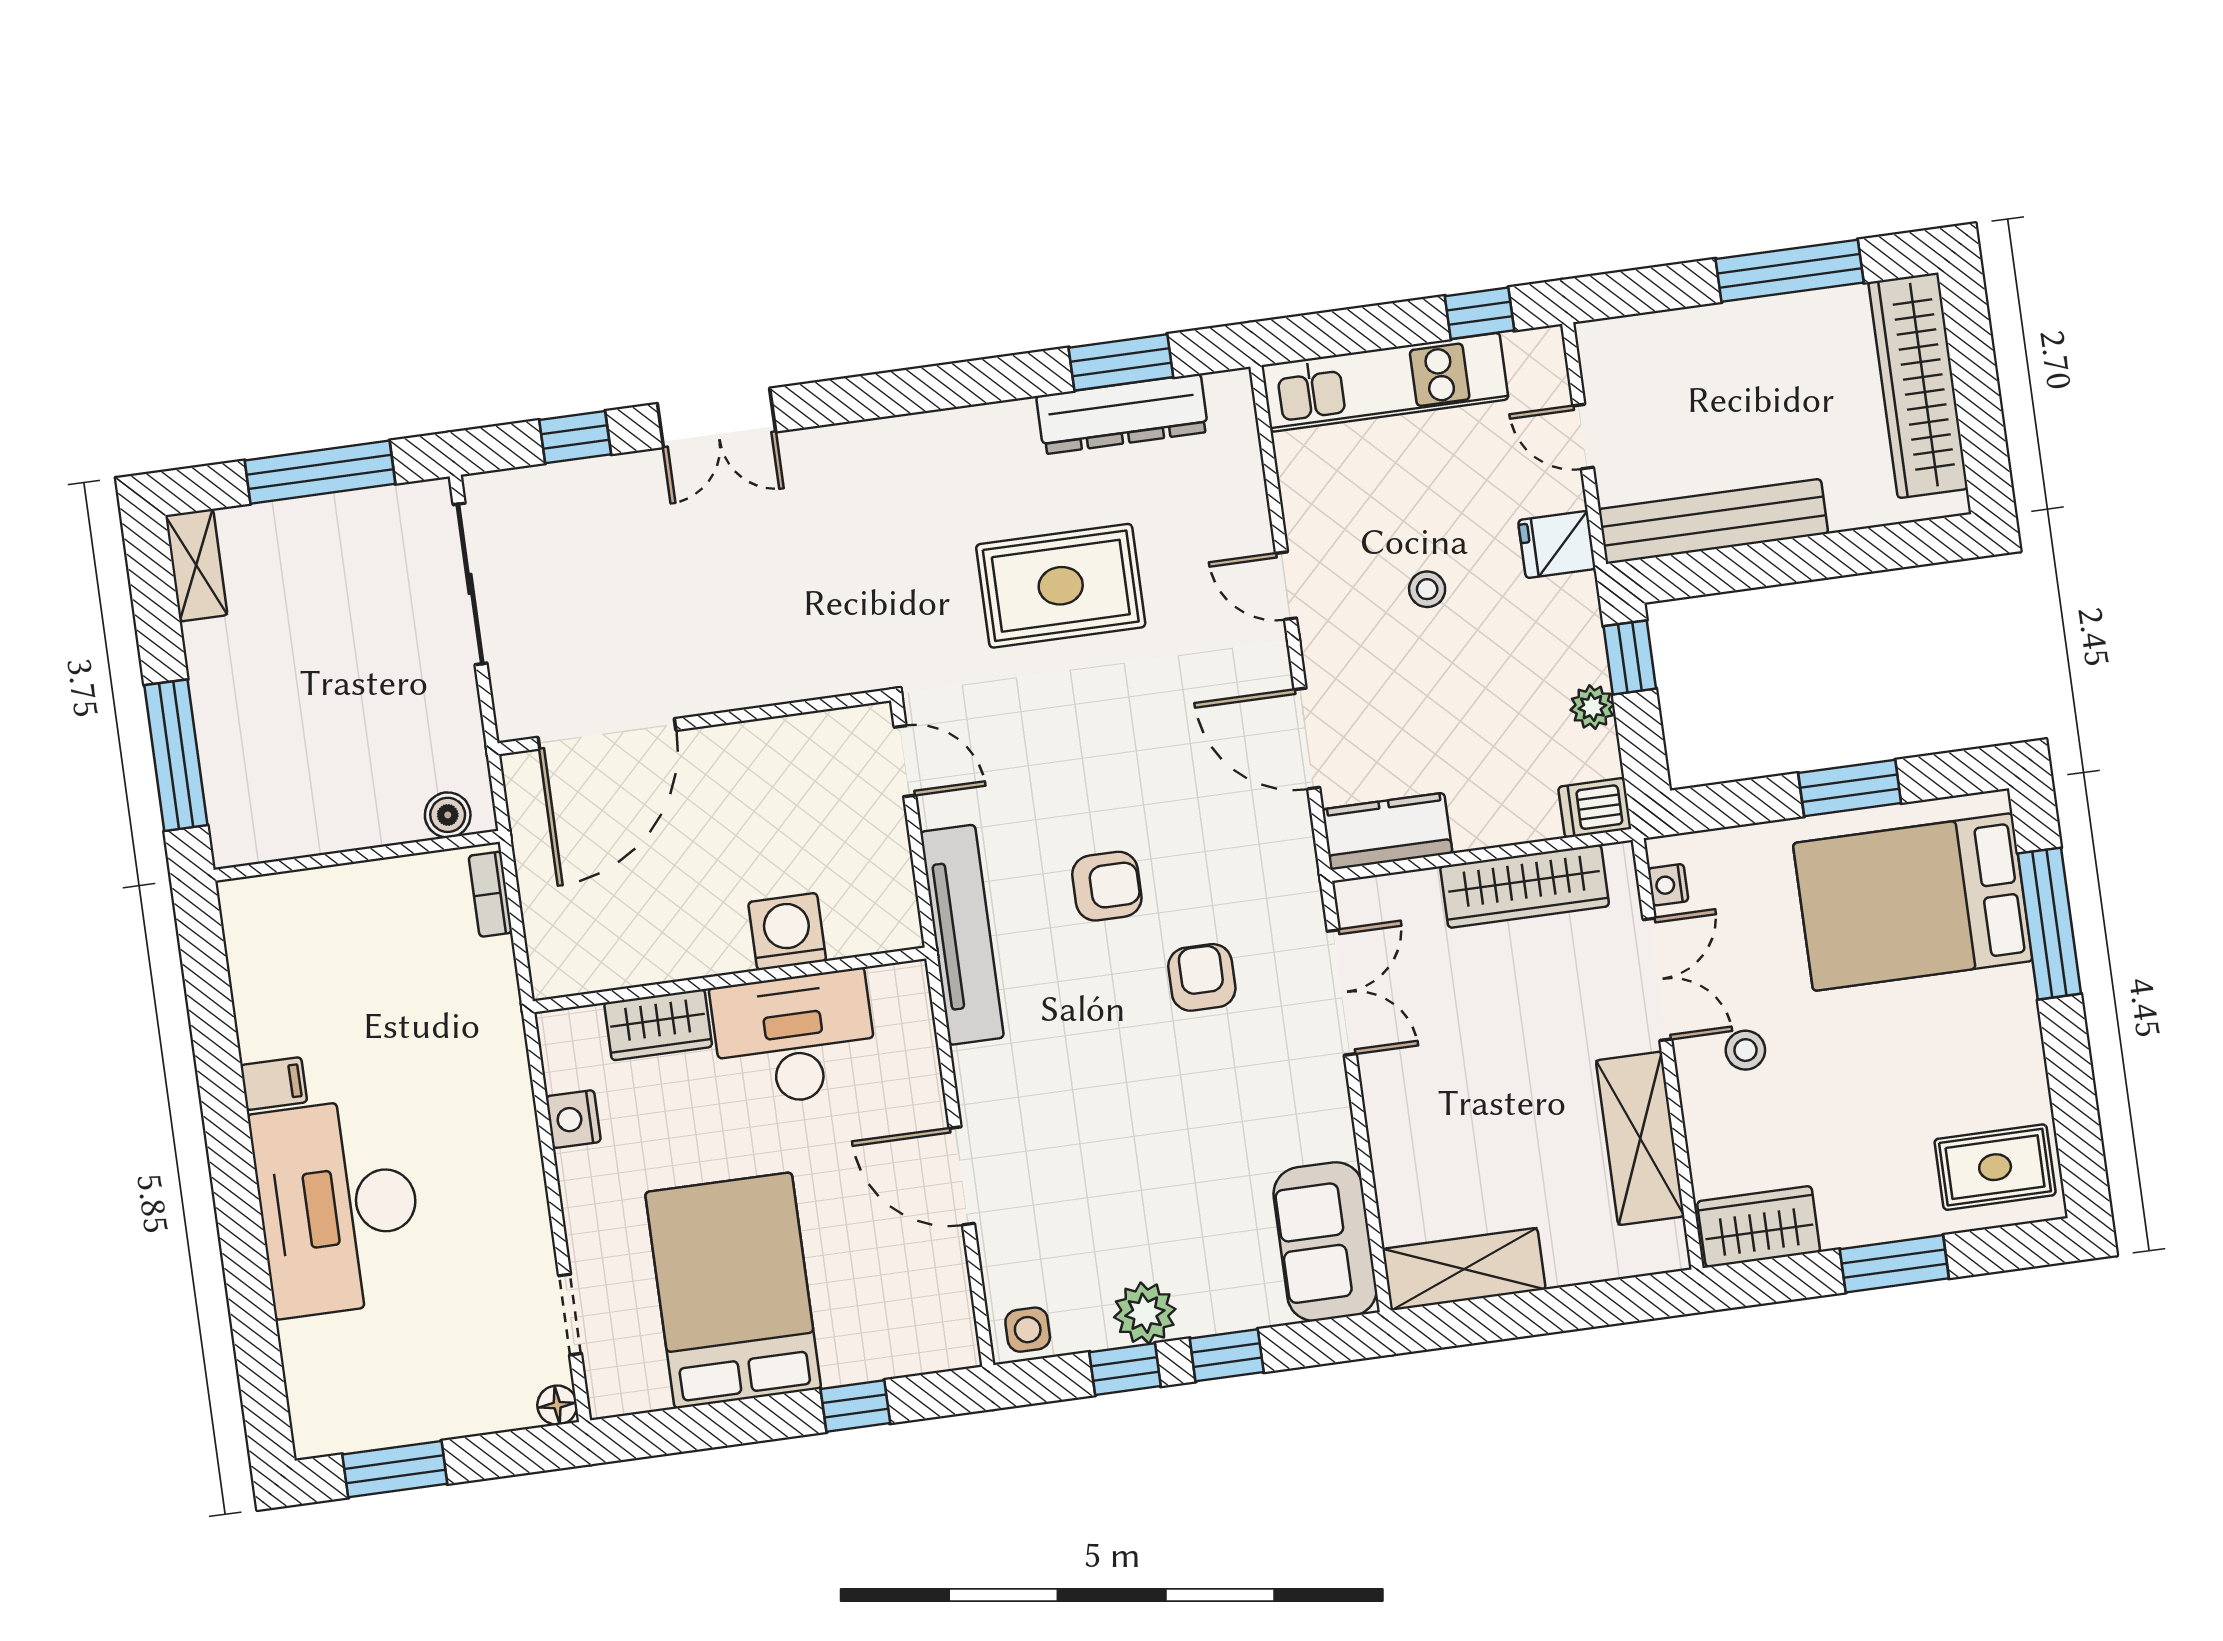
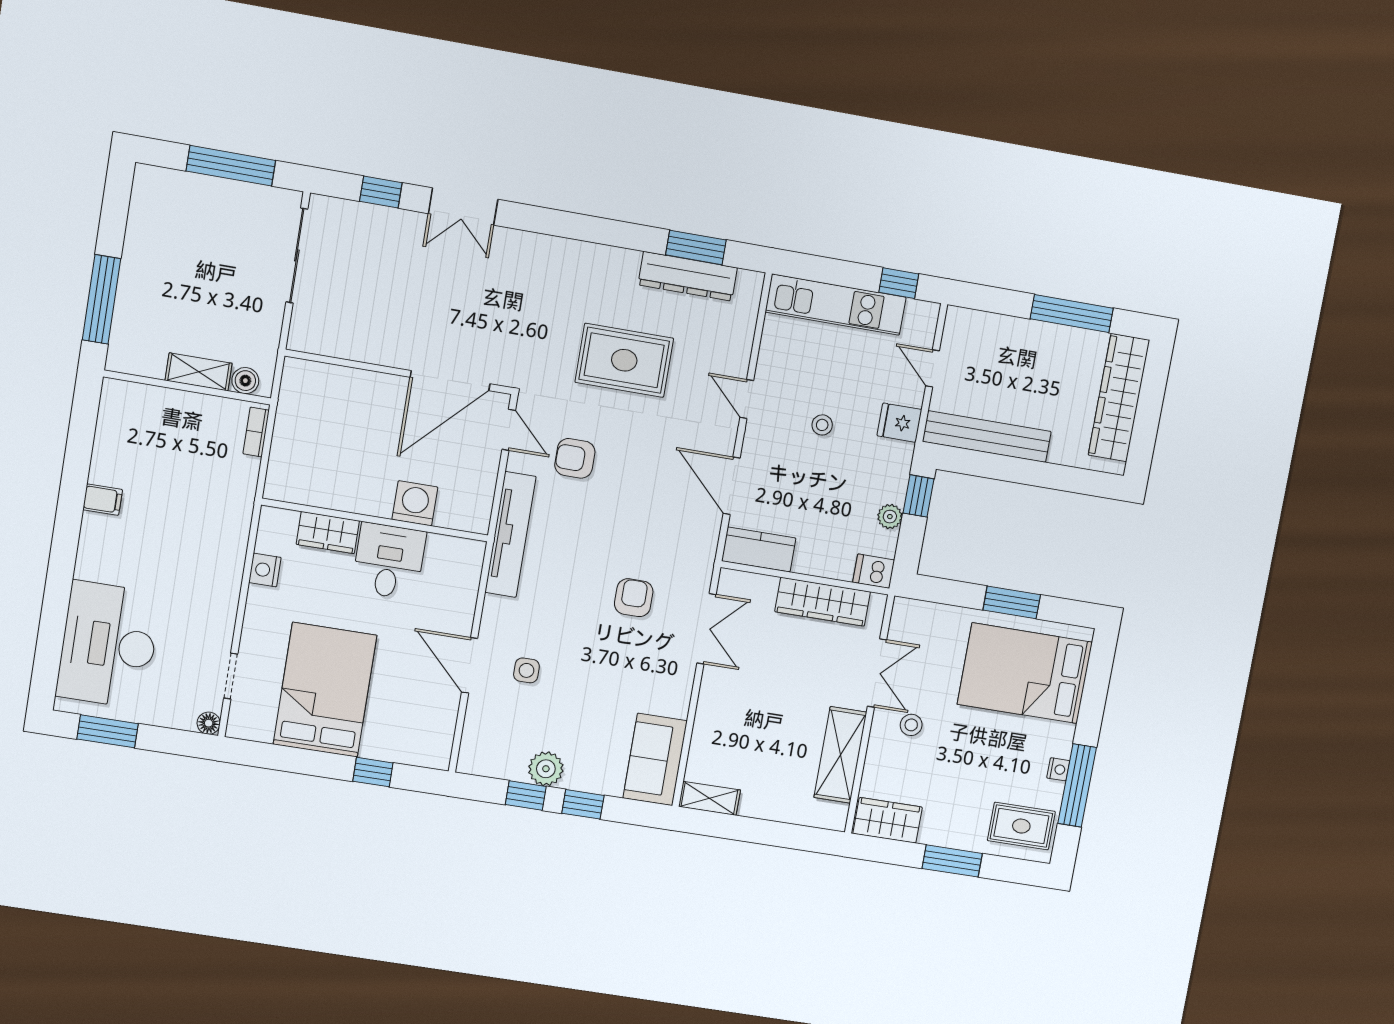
shelving: (196, 565) -> (199, 372), moved, turned 90
door: (607, 734) -> (450, 381), moved
nightstand: (1668, 885) -> (1058, 769), moved, turned 180
armchair: (1107, 886) -> (575, 458), moved, turned 180
window: (2049, 924) -> (1077, 785), moved
desk: (795, 1039) -> (389, 561), width x0.73
desk: (338, 1207) -> (109, 645), moved
shelving: (1464, 1269) -> (709, 798), width x0.67, depth x0.75
side table: (1028, 1330) -> (526, 670), moved

